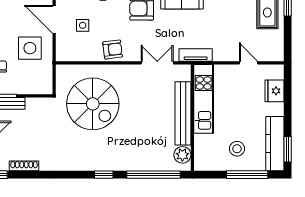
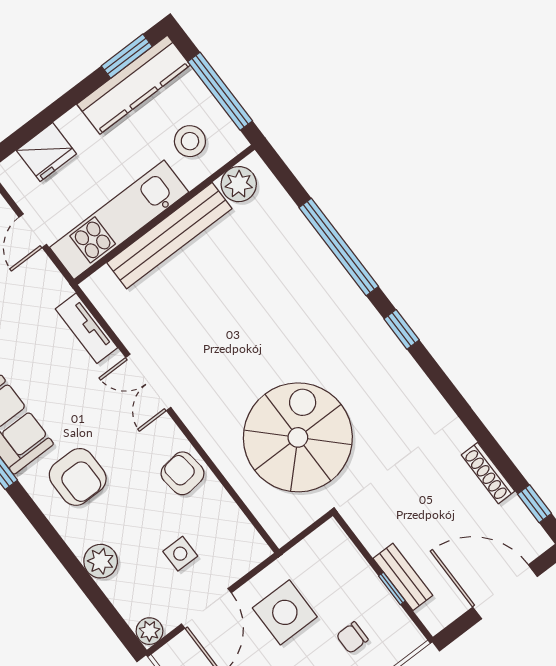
kitchen unit: (204, 99) -> (119, 220), moved
bench: (183, 113) -> (169, 236), moved
wall: (192, 118) -> (164, 215), moved
plant: (182, 155) -> (239, 184), moved

